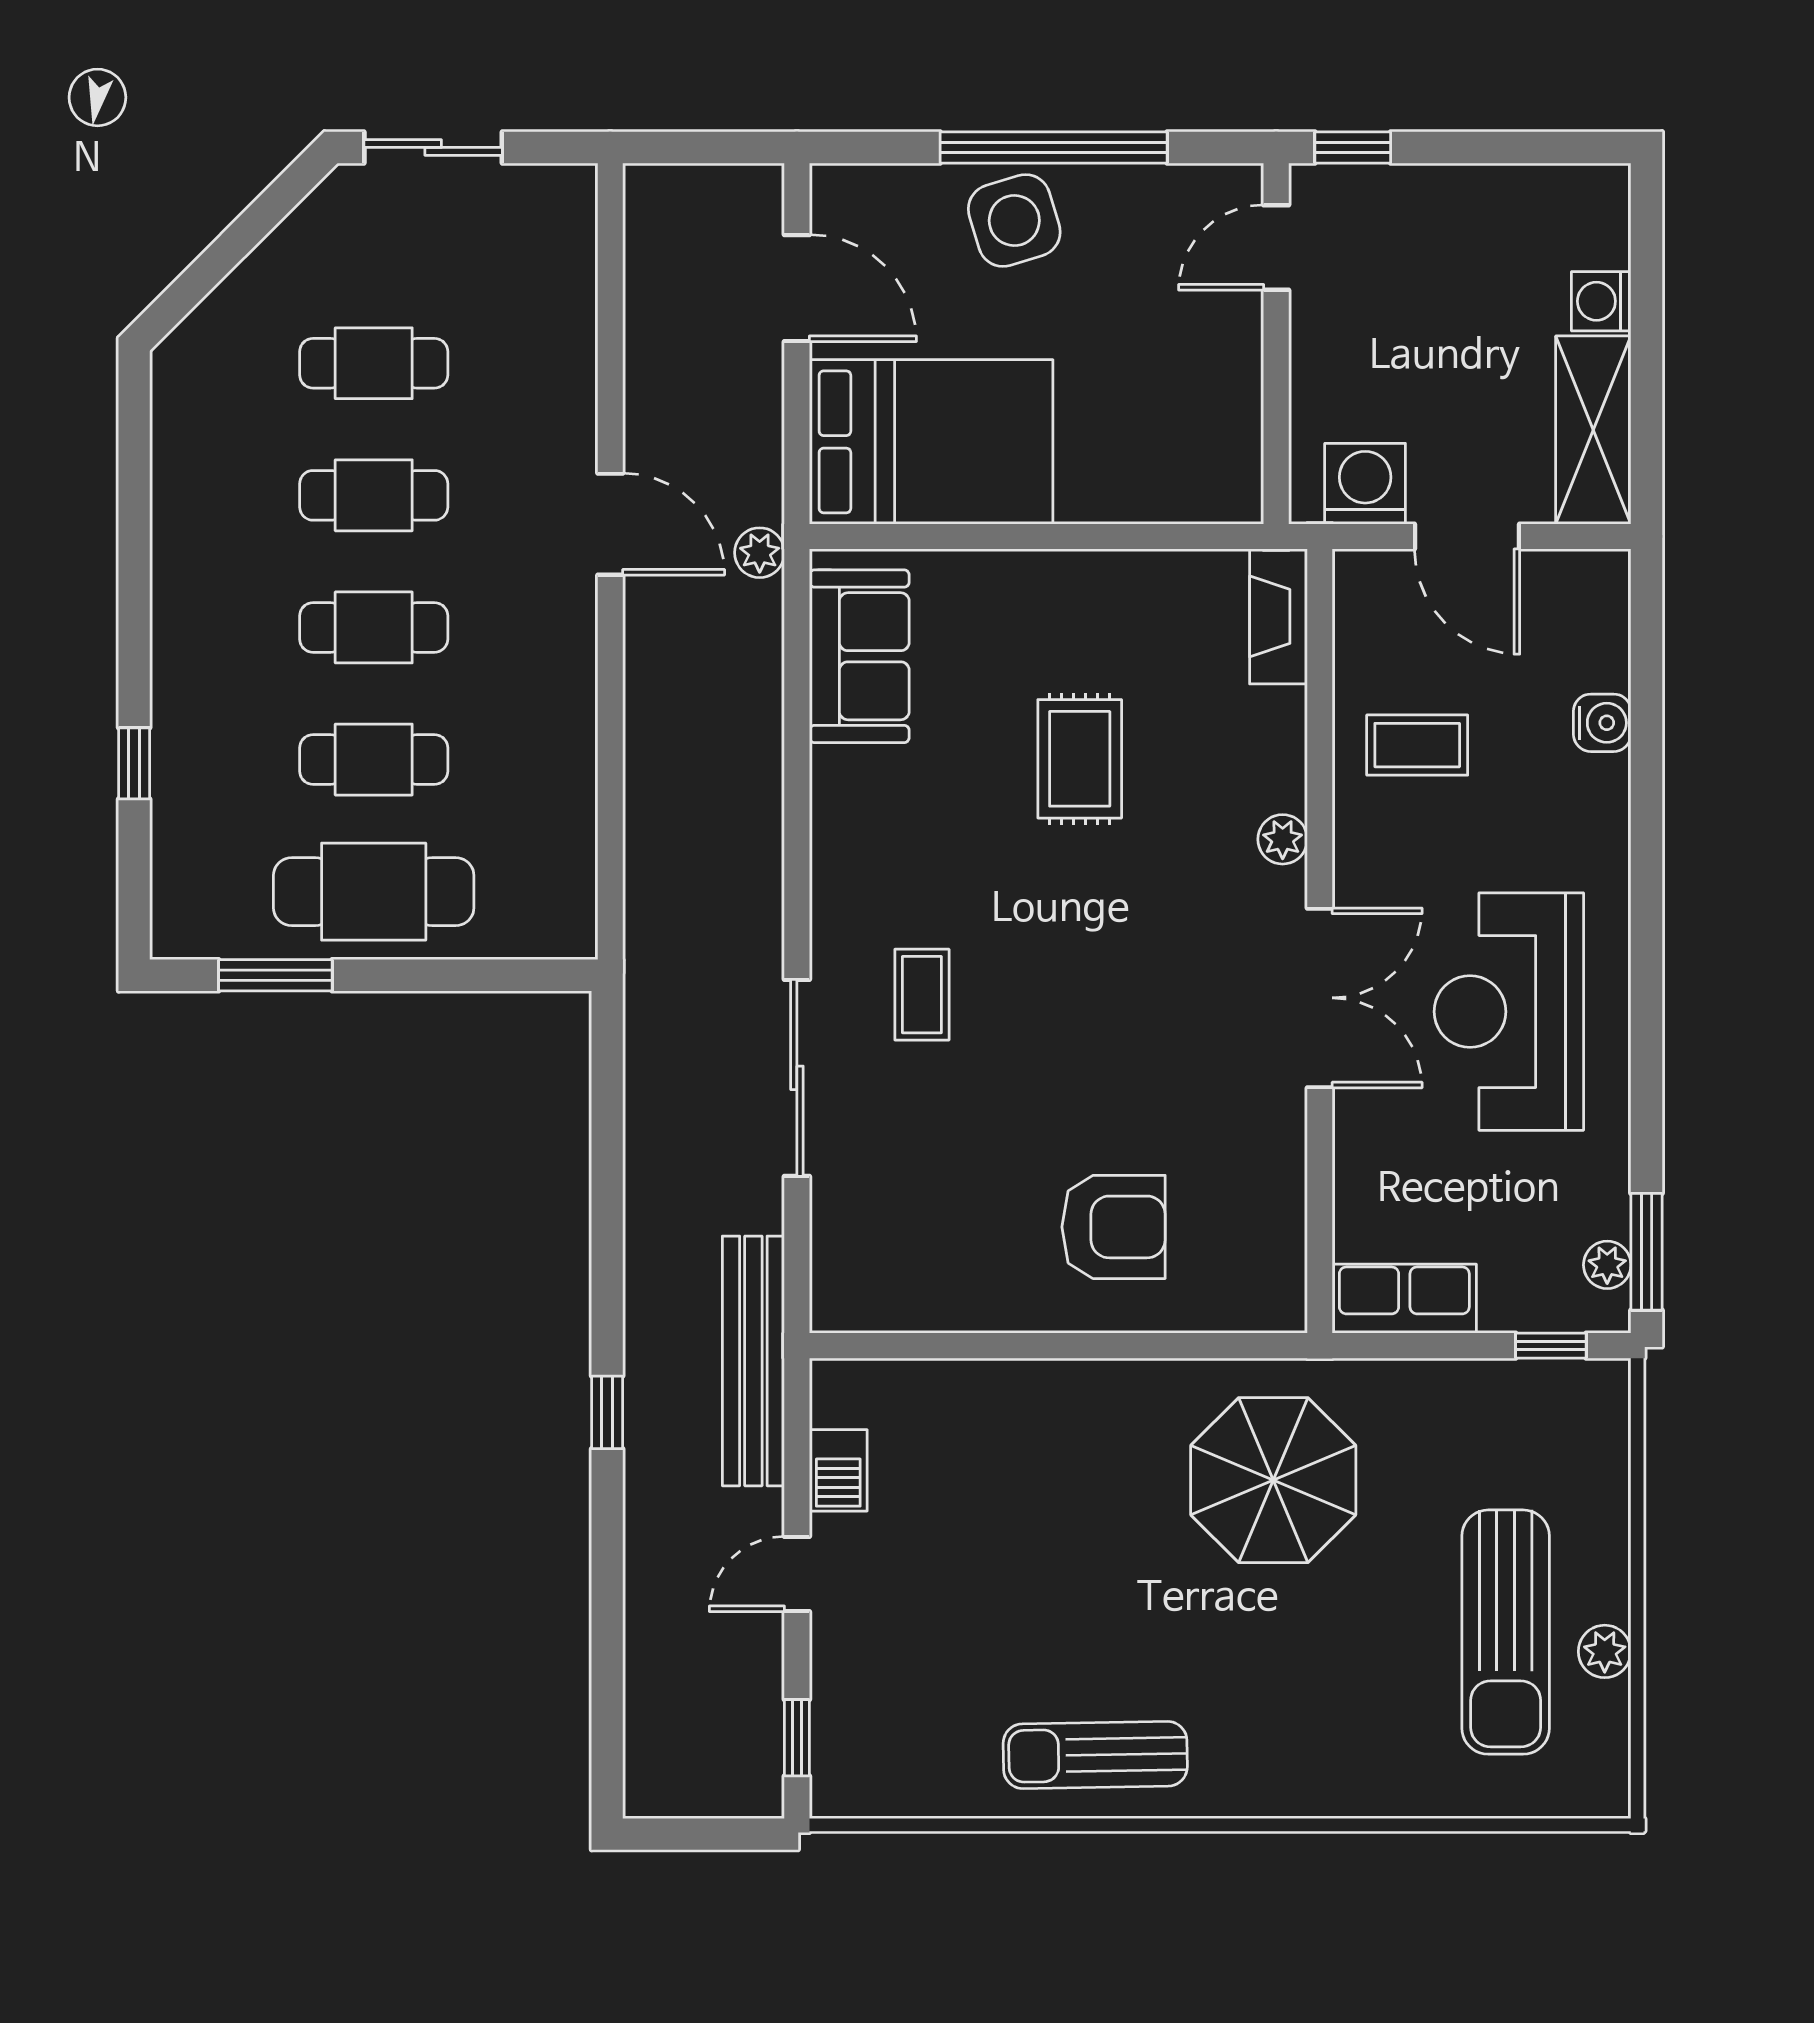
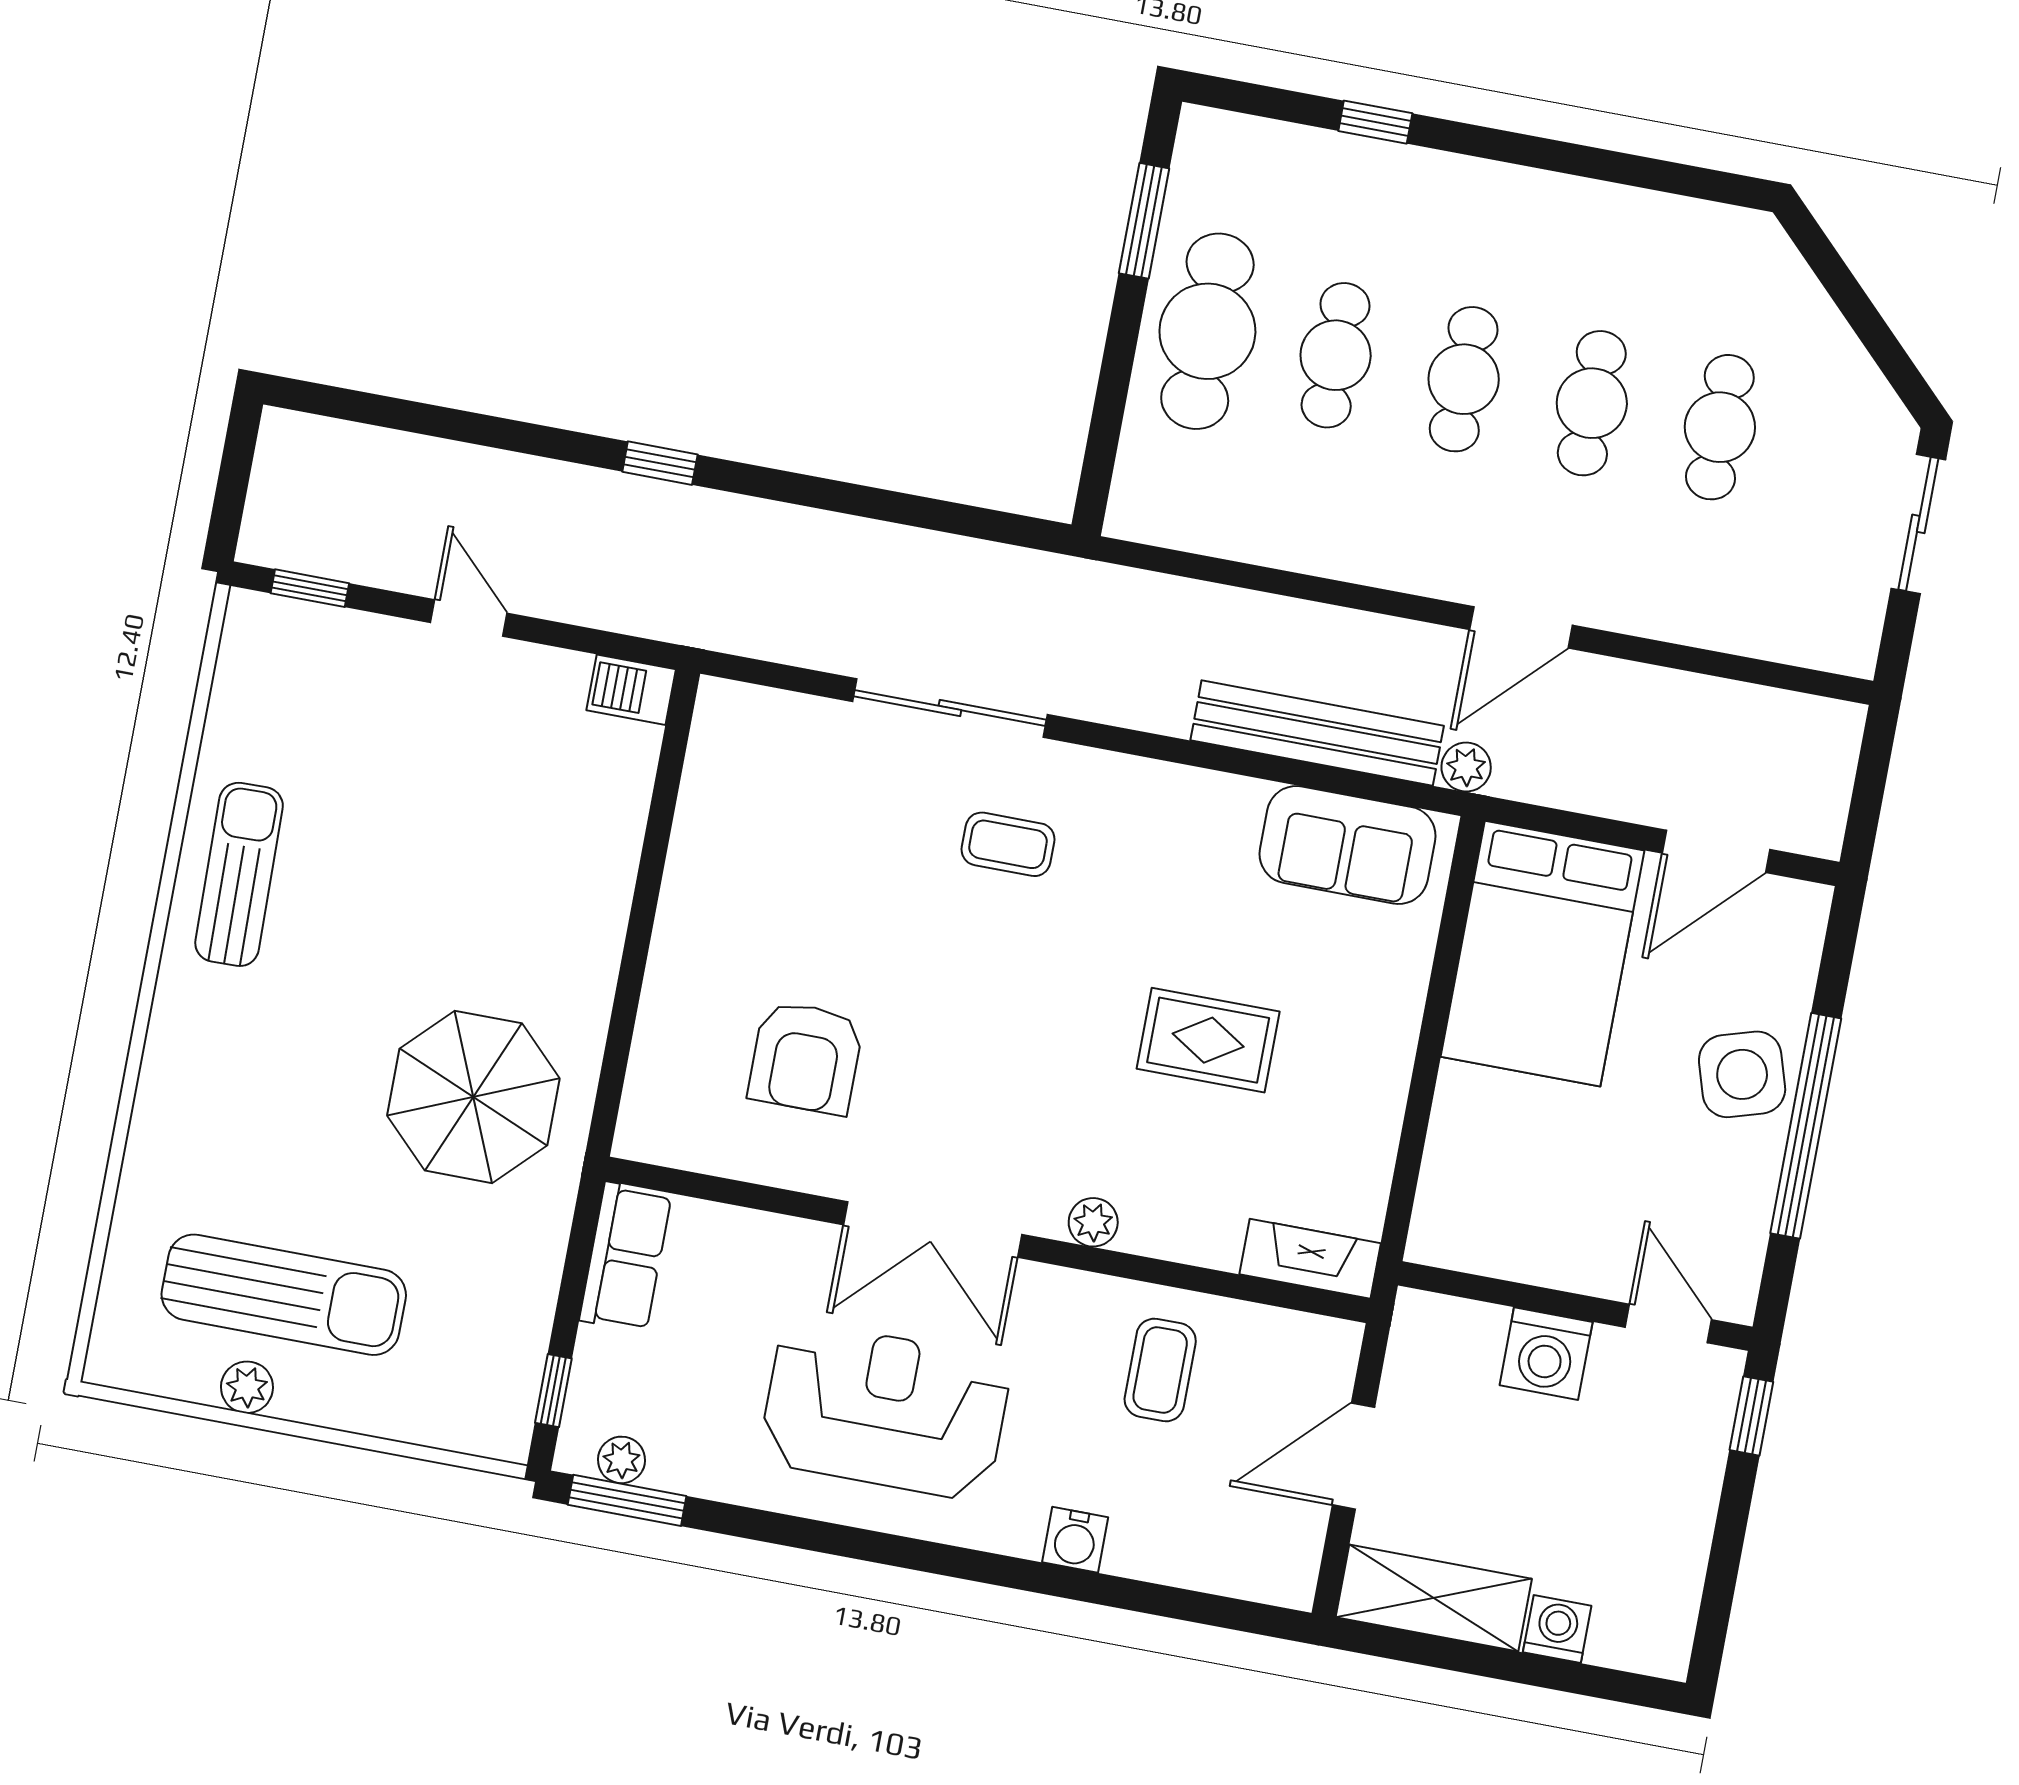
washing machine: (1365, 484) -> (1546, 1354), moved, turned 90
water cooler: (1602, 723) -> (1075, 1540), moved
armchair: (1114, 1227) -> (806, 1058), moved
bench: (753, 1361) -> (1317, 733), moved
barbecue: (838, 1470) -> (631, 690), moved
sun lounger: (1506, 1632) -> (284, 1295), turned 180

